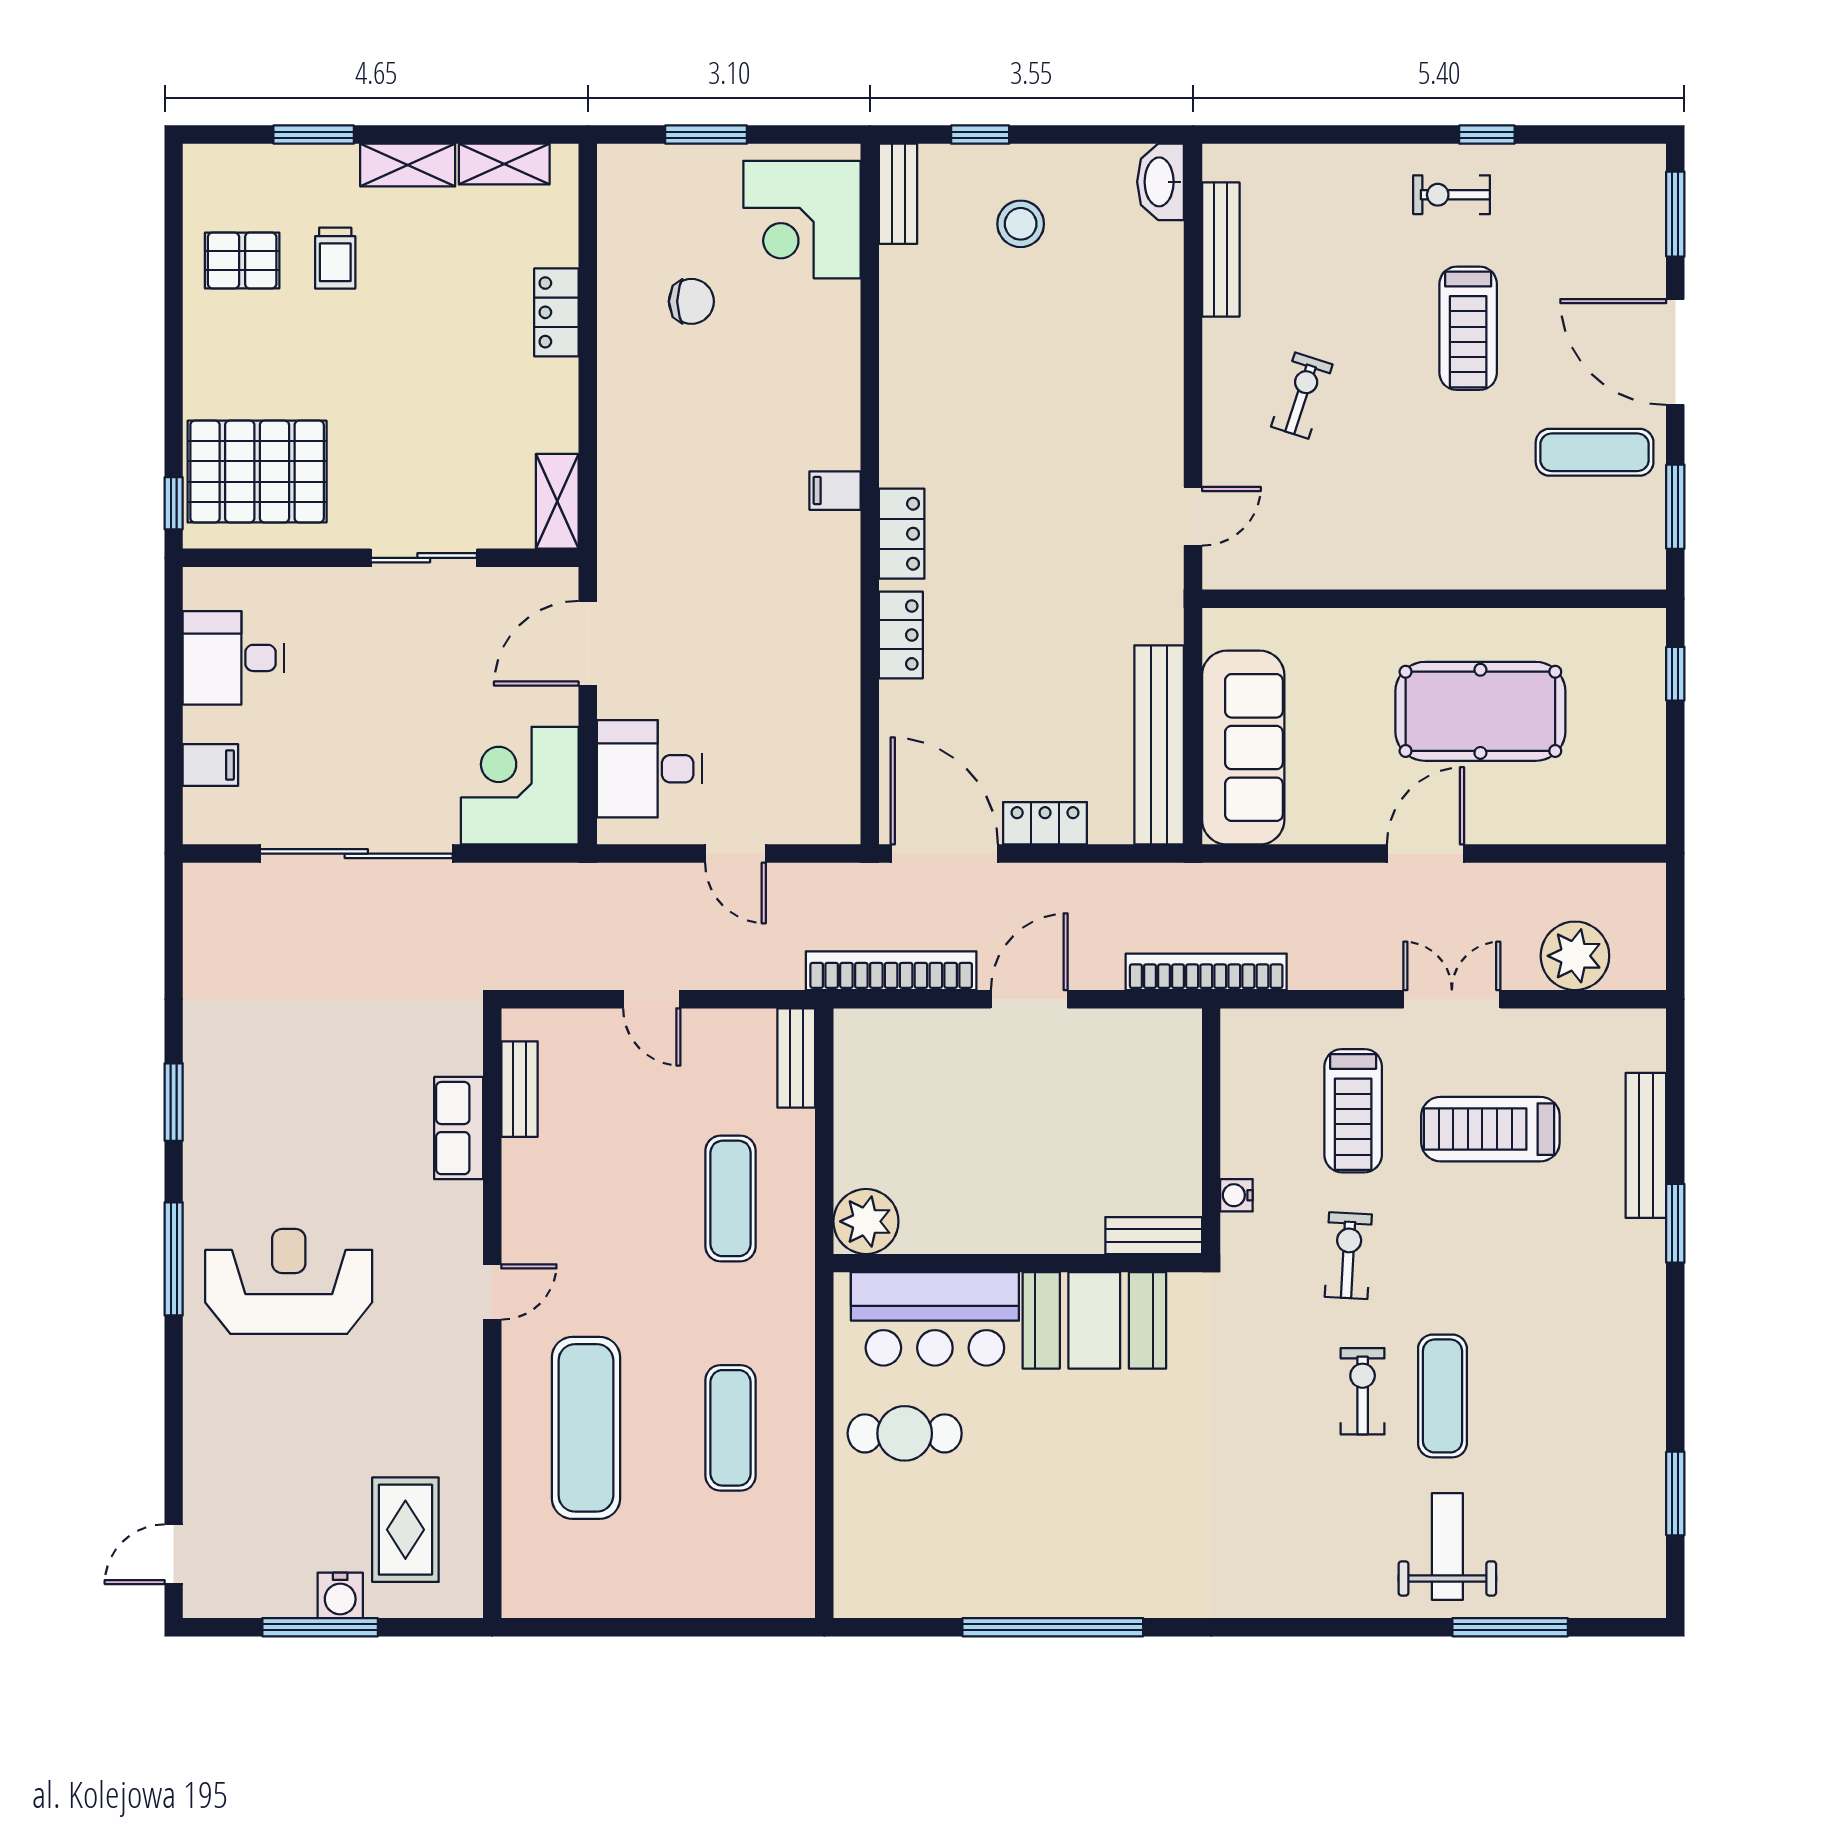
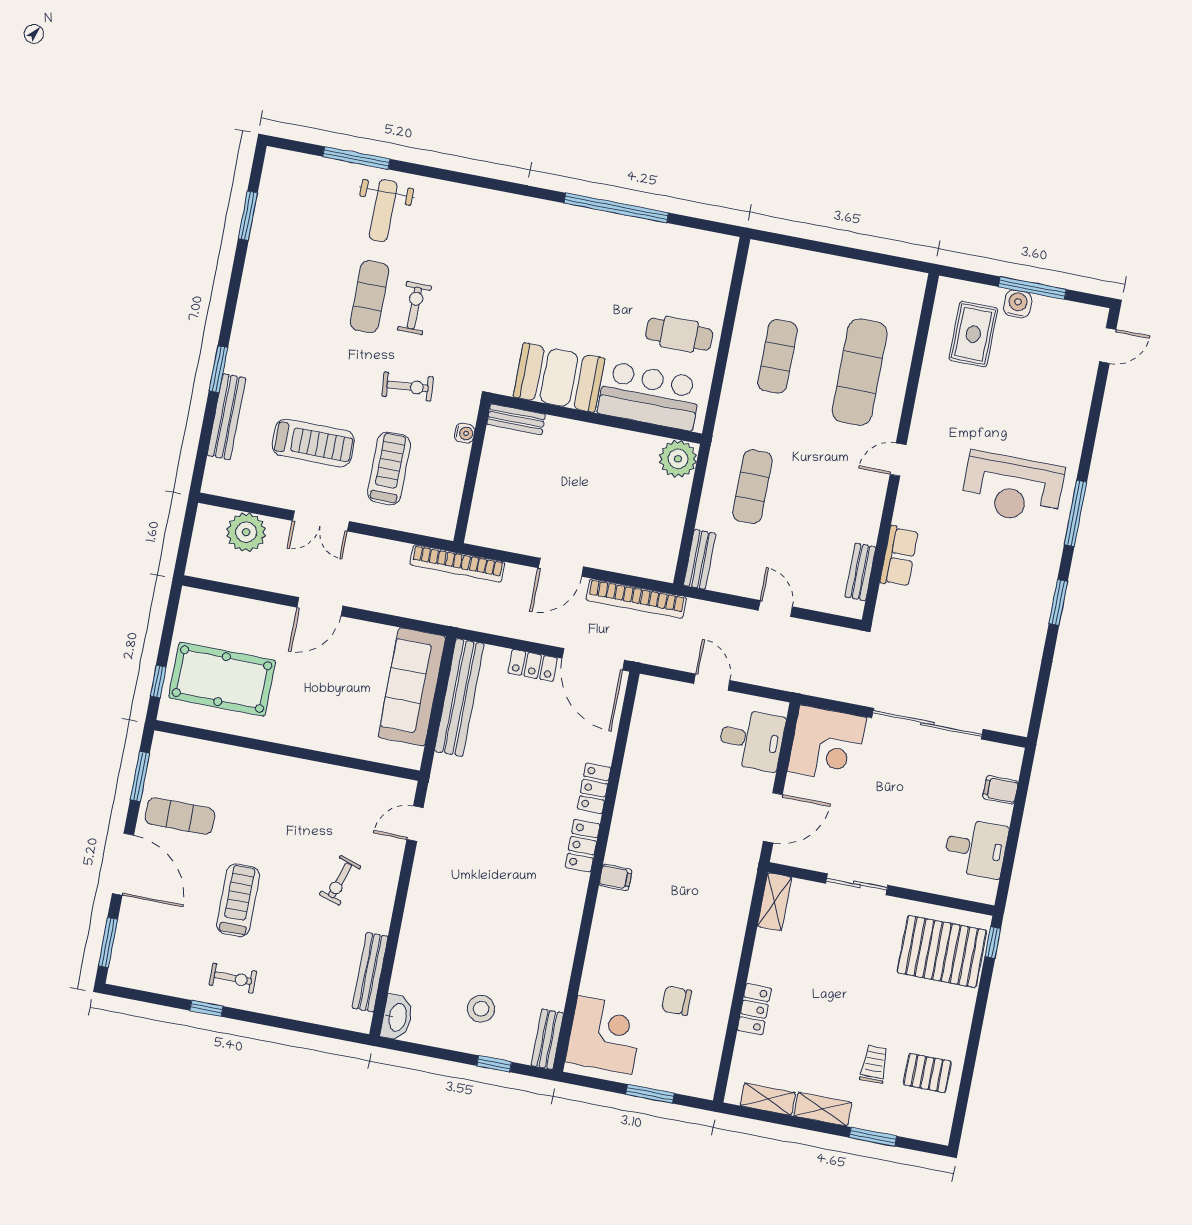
pool table: (1480, 711) -> (222, 679), moved
exercise bike: (1348, 1256) -> (408, 387), turned -98
exercise bike: (1363, 1391) -> (414, 308), turned 180

